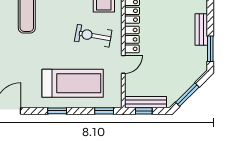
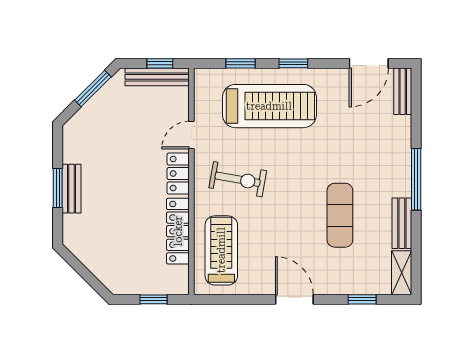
window: (210, 49) -> (58, 188), moved
treadmill: (73, 83) -> (269, 106), turned 180
window: (104, 111) -> (241, 63), moved

